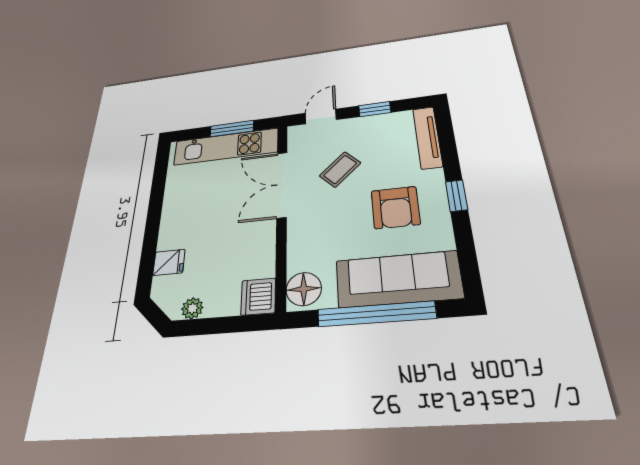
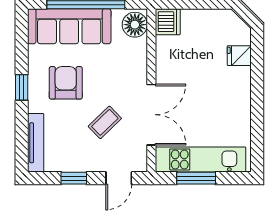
plant: (192, 308) -> (217, 17), removed

